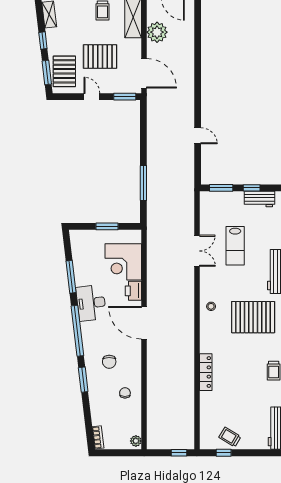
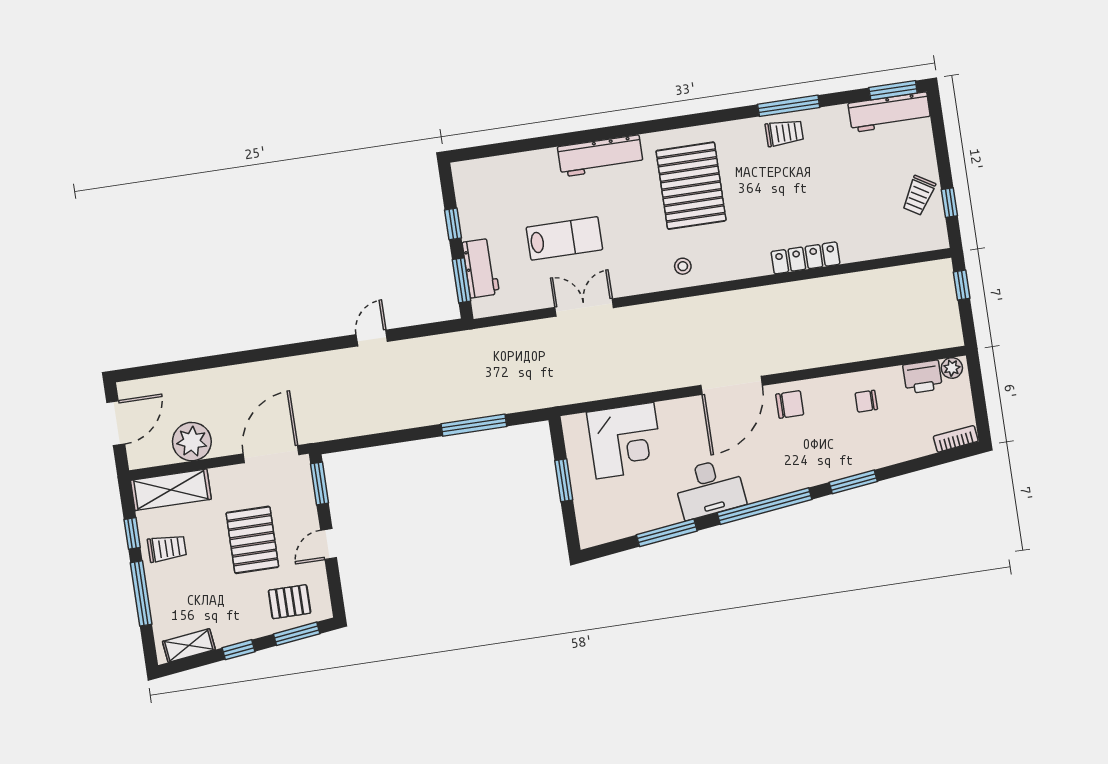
pallet: (64, 71) -> (290, 602), width x0.67, depth x0.71
workbench: (260, 199) -> (481, 268), moved
printer: (133, 291) -> (923, 377), moved
chair: (109, 362) -> (790, 404), moved

